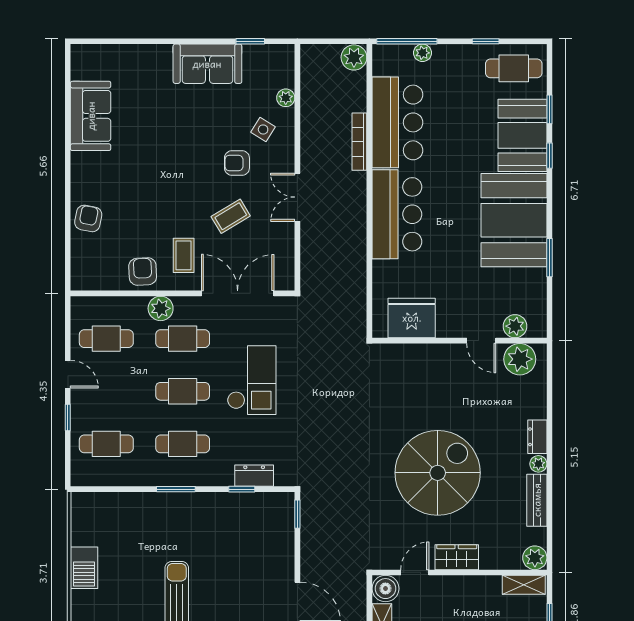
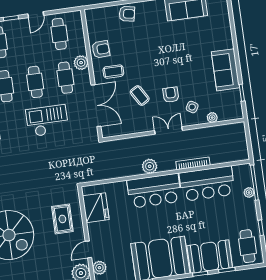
plant: (354, 57) -> (150, 166), moved
double door: (297, 197) -> (169, 130), moved
rug: (423, 378) -> (62, 219), added
checkout: (252, 380) -> (47, 121), turned 180

